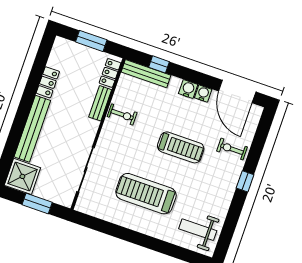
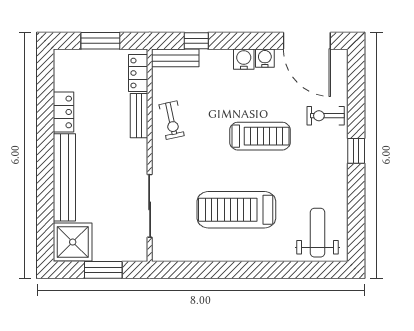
bench: (146, 74) -> (175, 58), width x0.73
exercise bike: (122, 115) -> (172, 120), turned 78
weight bench: (198, 230) -> (318, 233), turned 90

